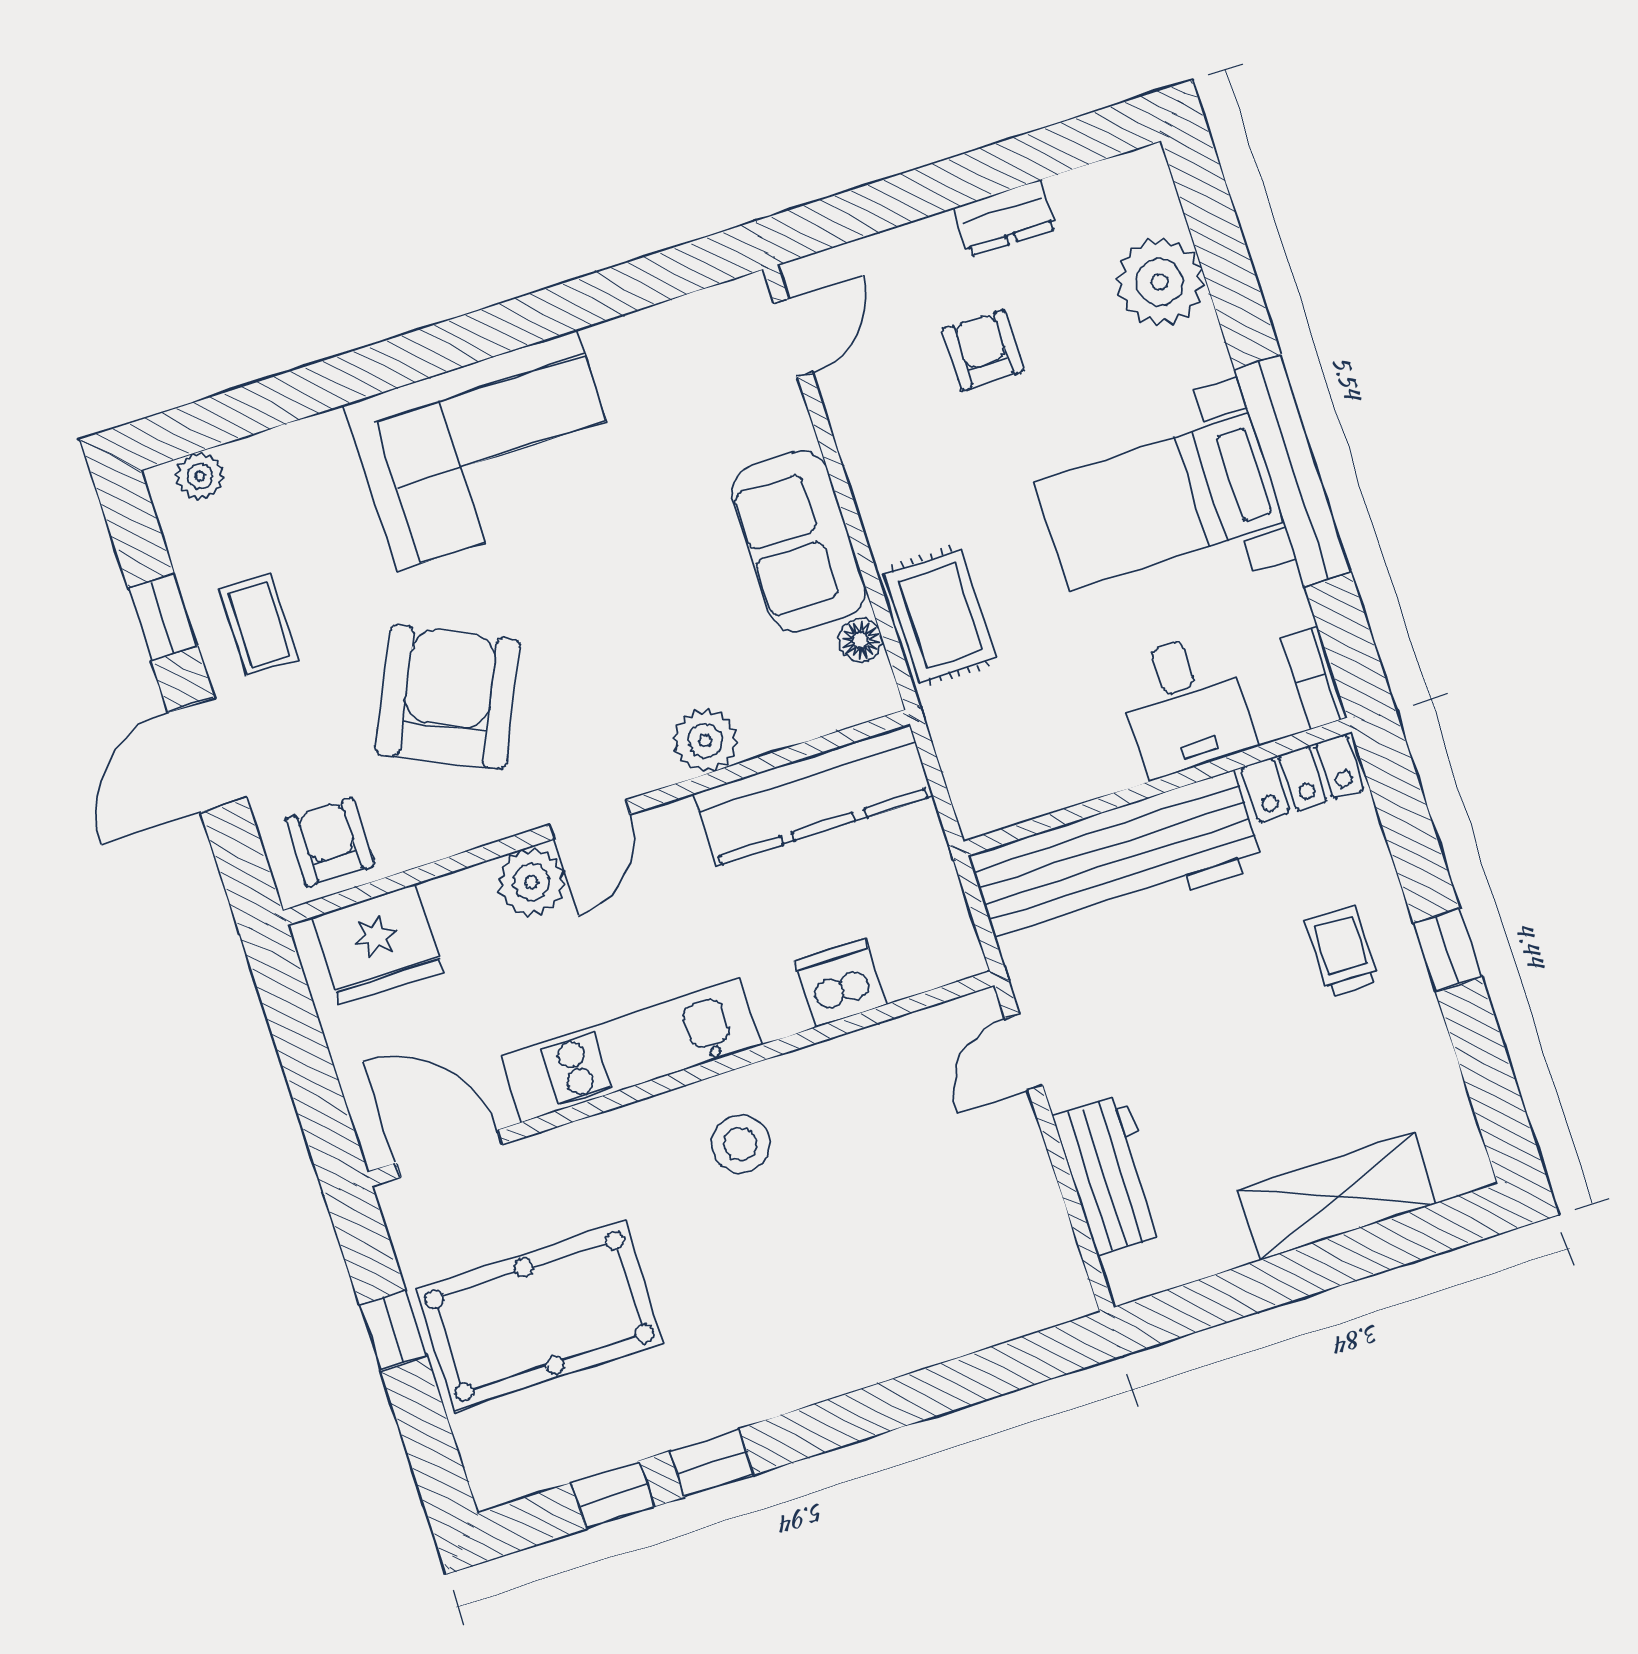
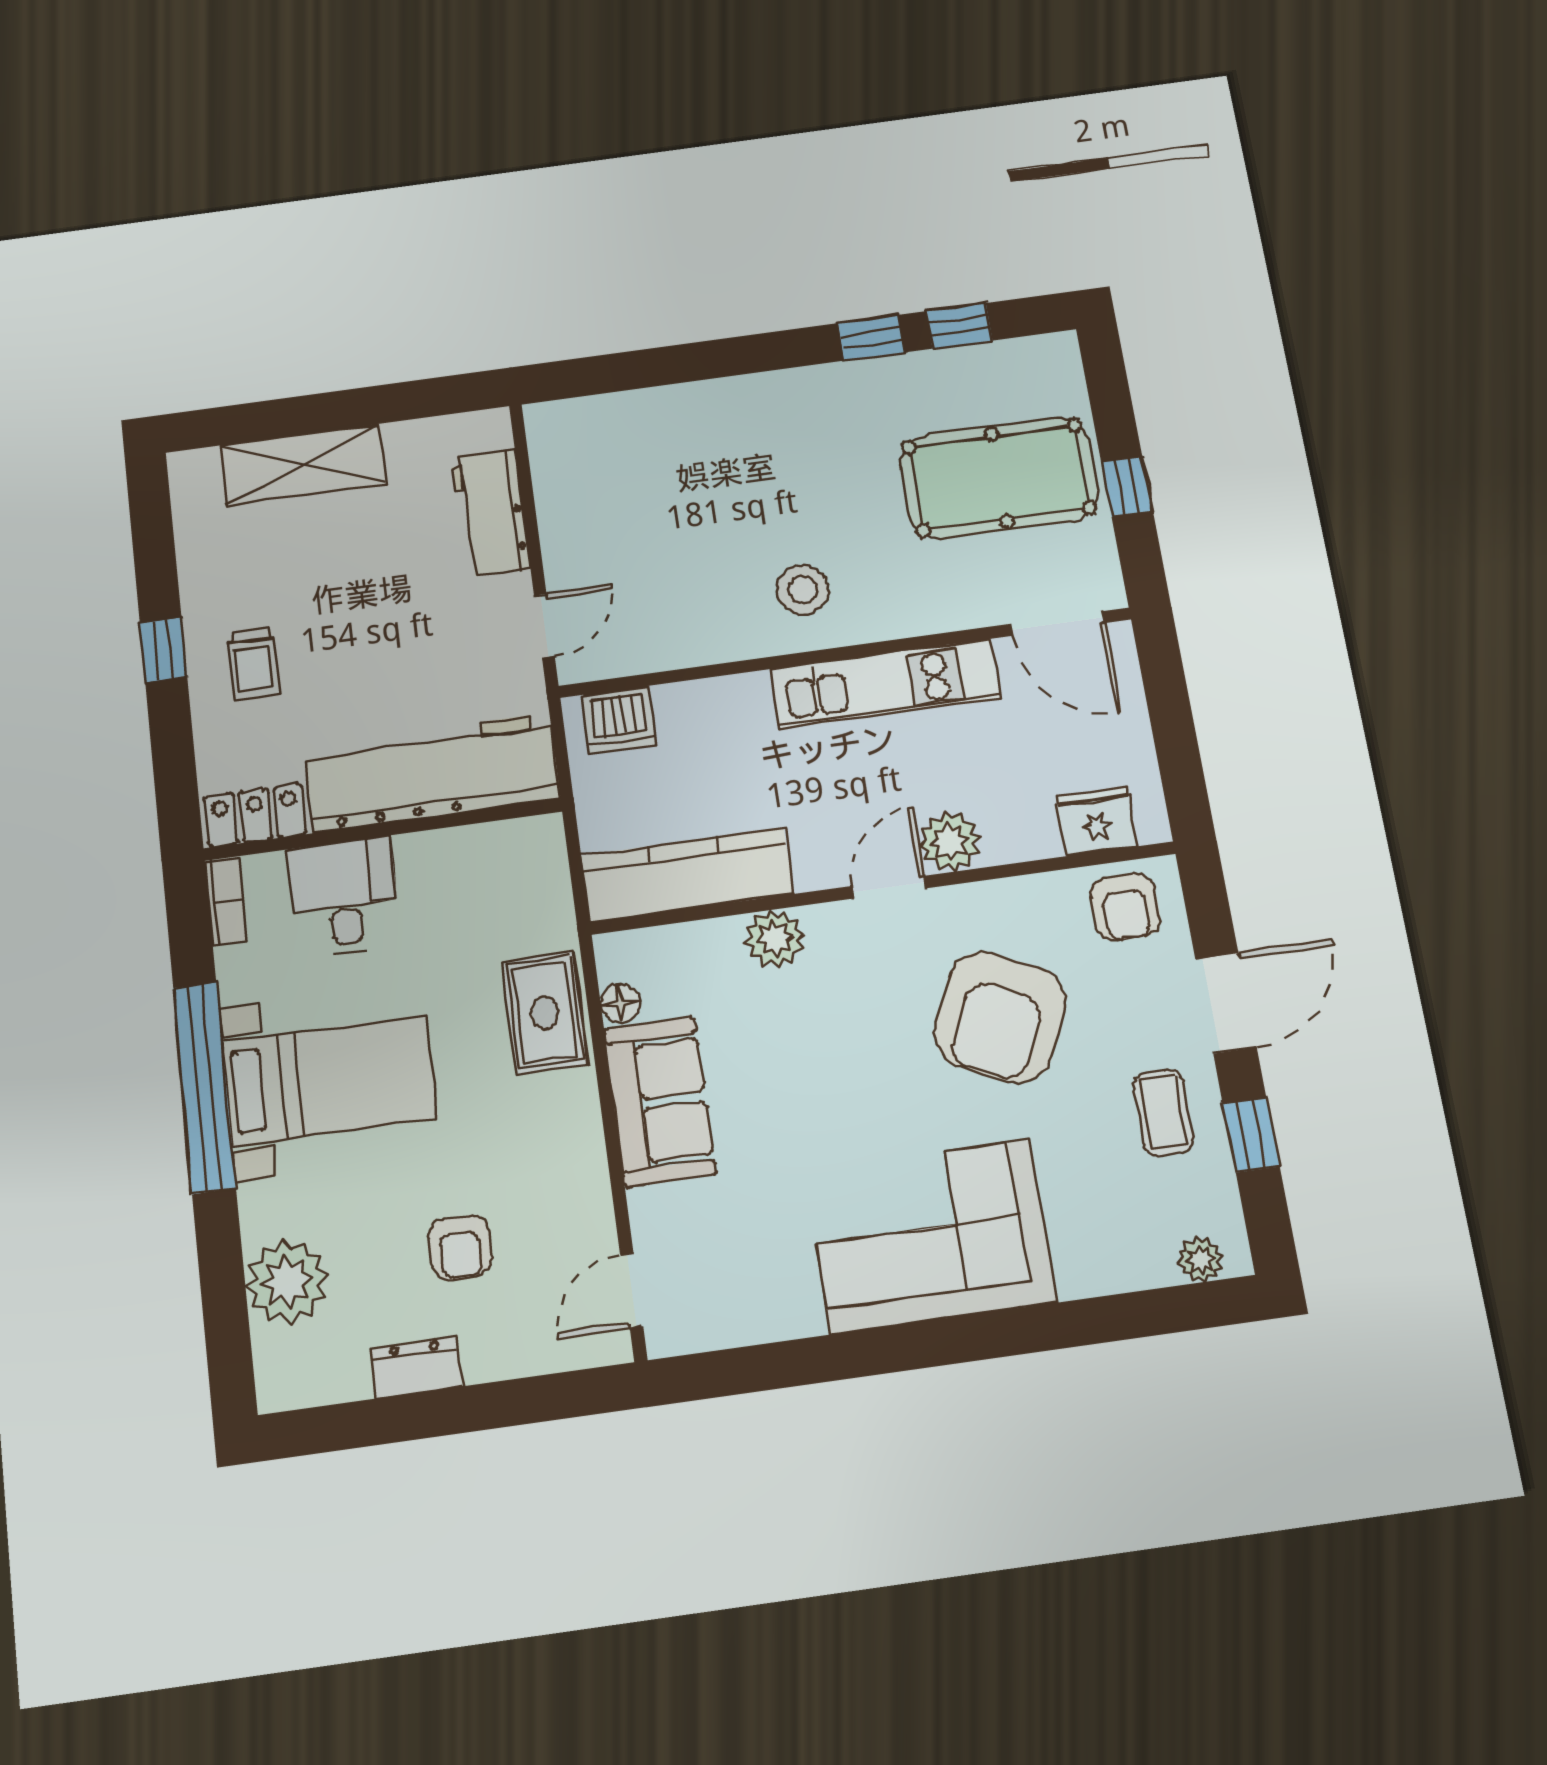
fridge: (378, 944) -> (1097, 821), width x0.73, depth x0.75
dishwasher: (840, 983) -> (619, 720), moved

